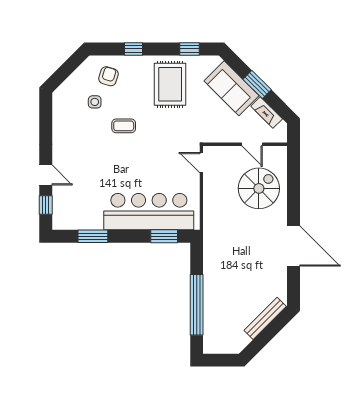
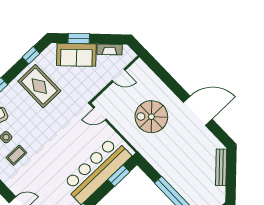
window: (257, 85) -> (79, 38), moved
coffee table: (124, 126) -> (16, 155), moved
spiral stairs: (259, 188) -> (151, 117), moved, turned -90

